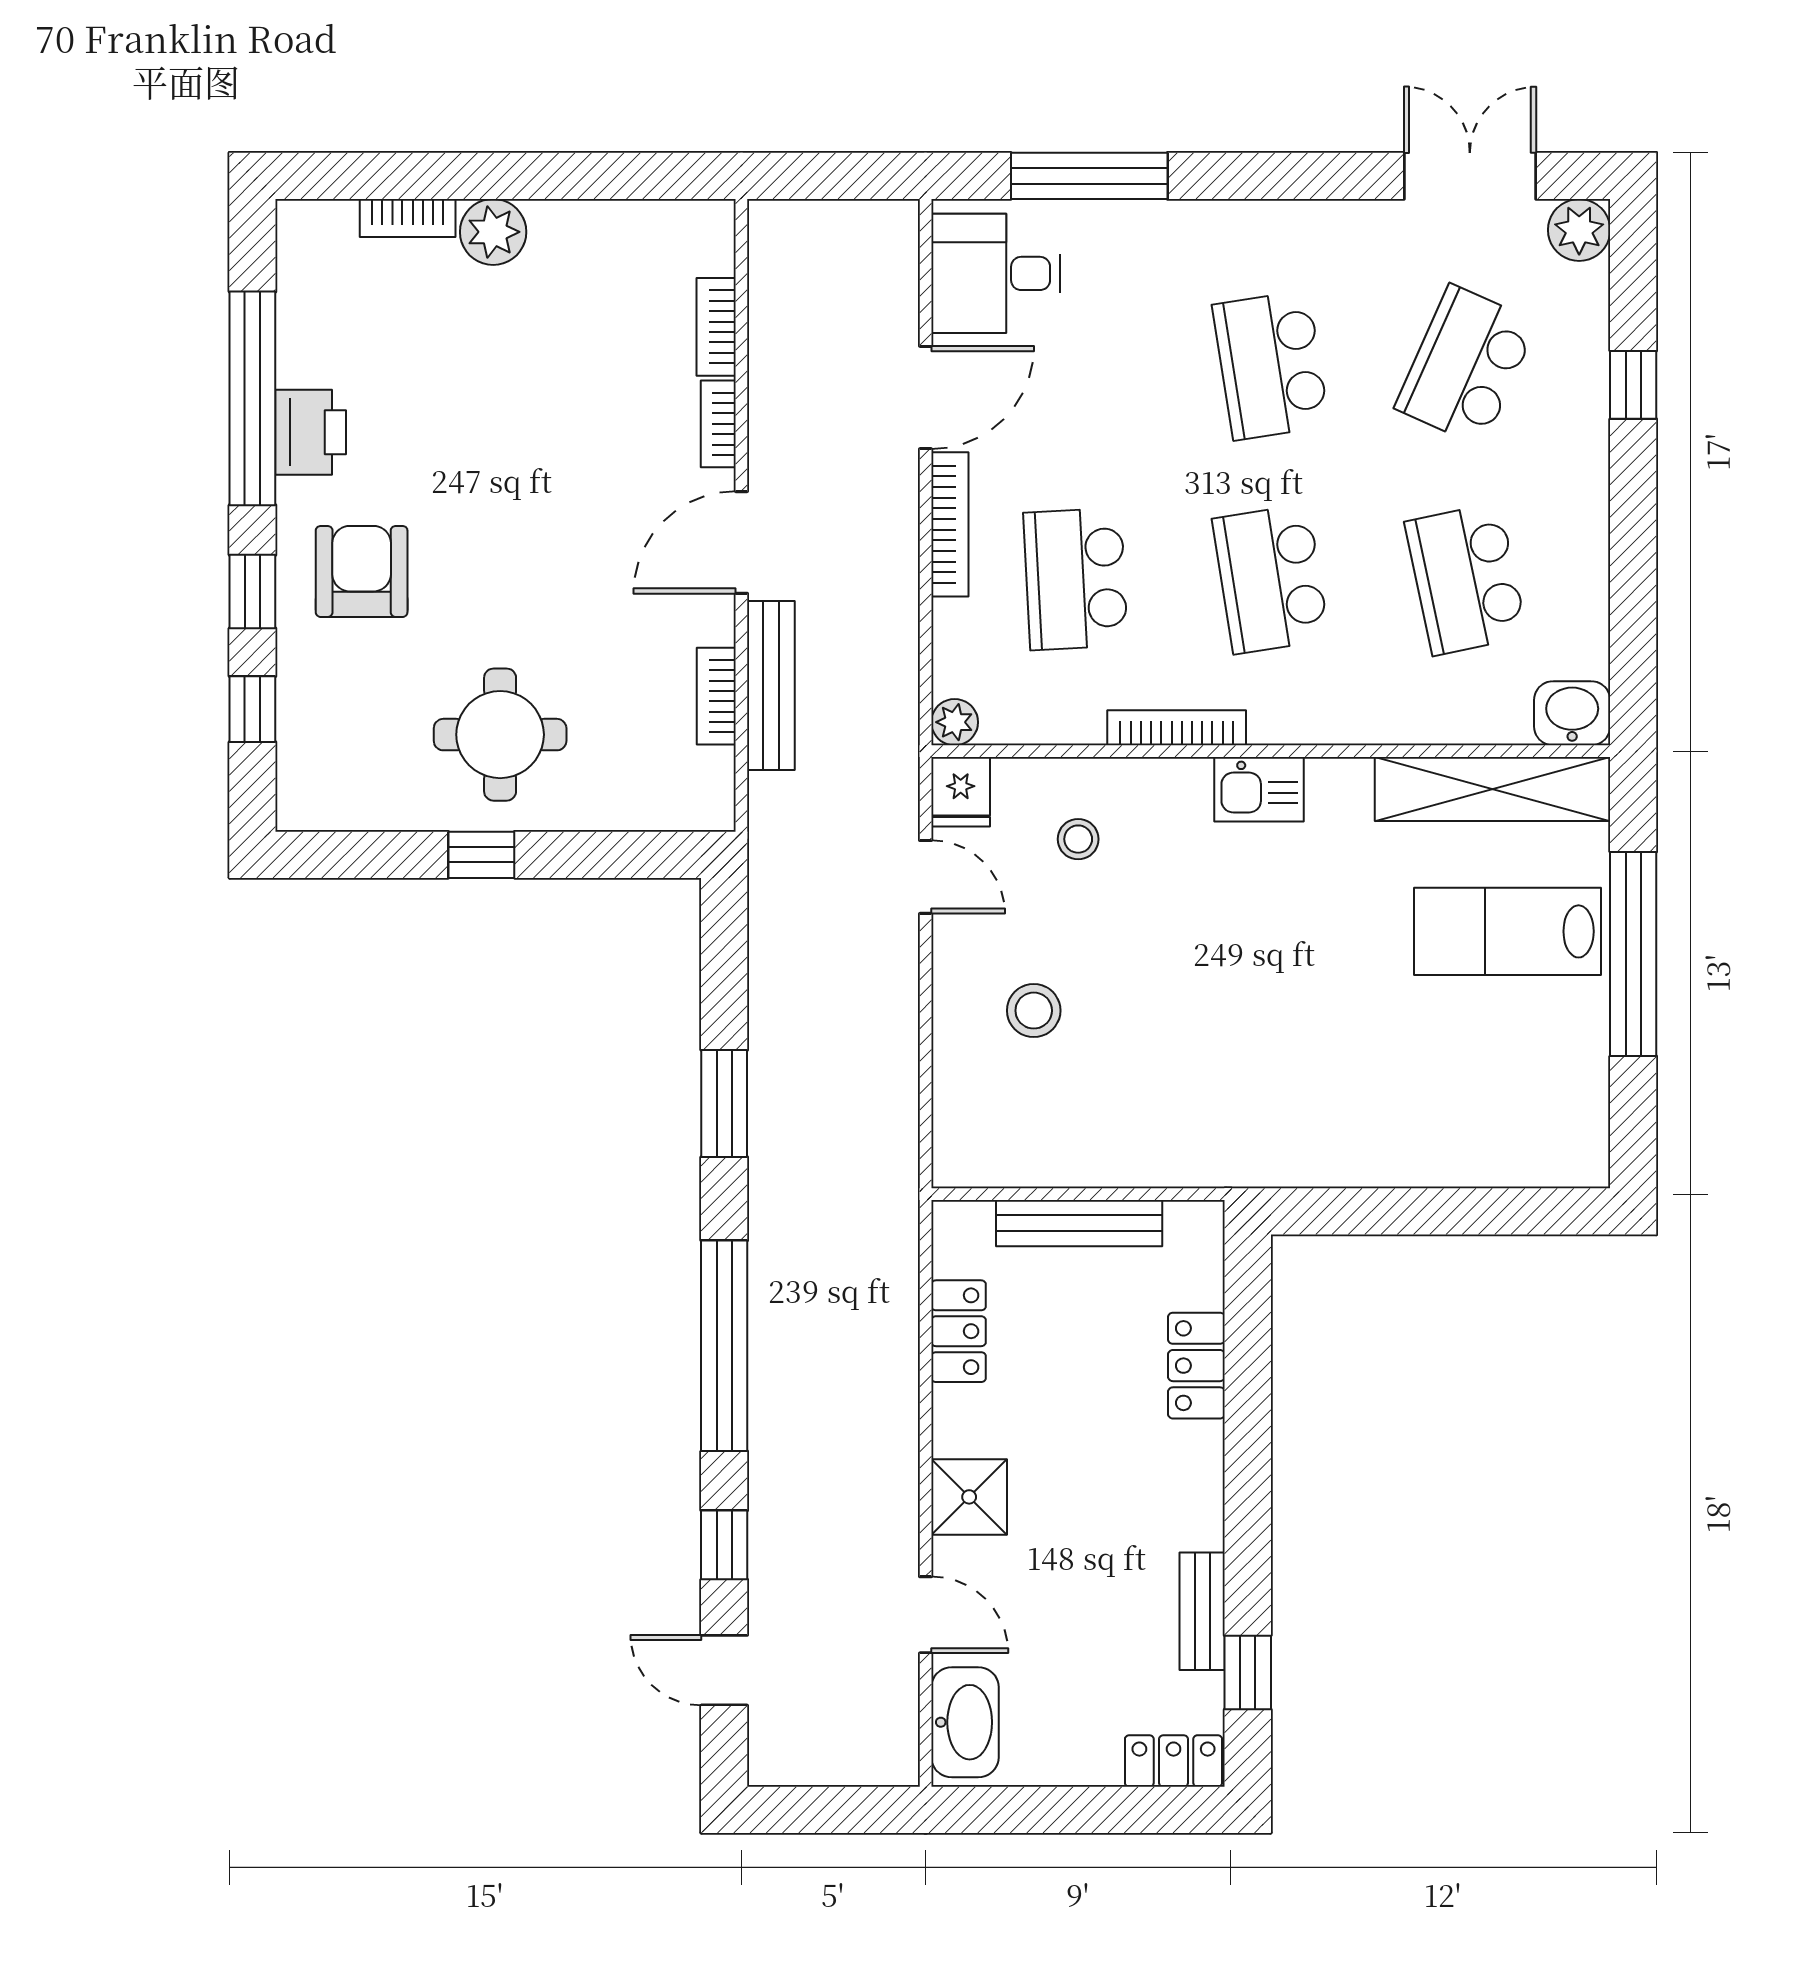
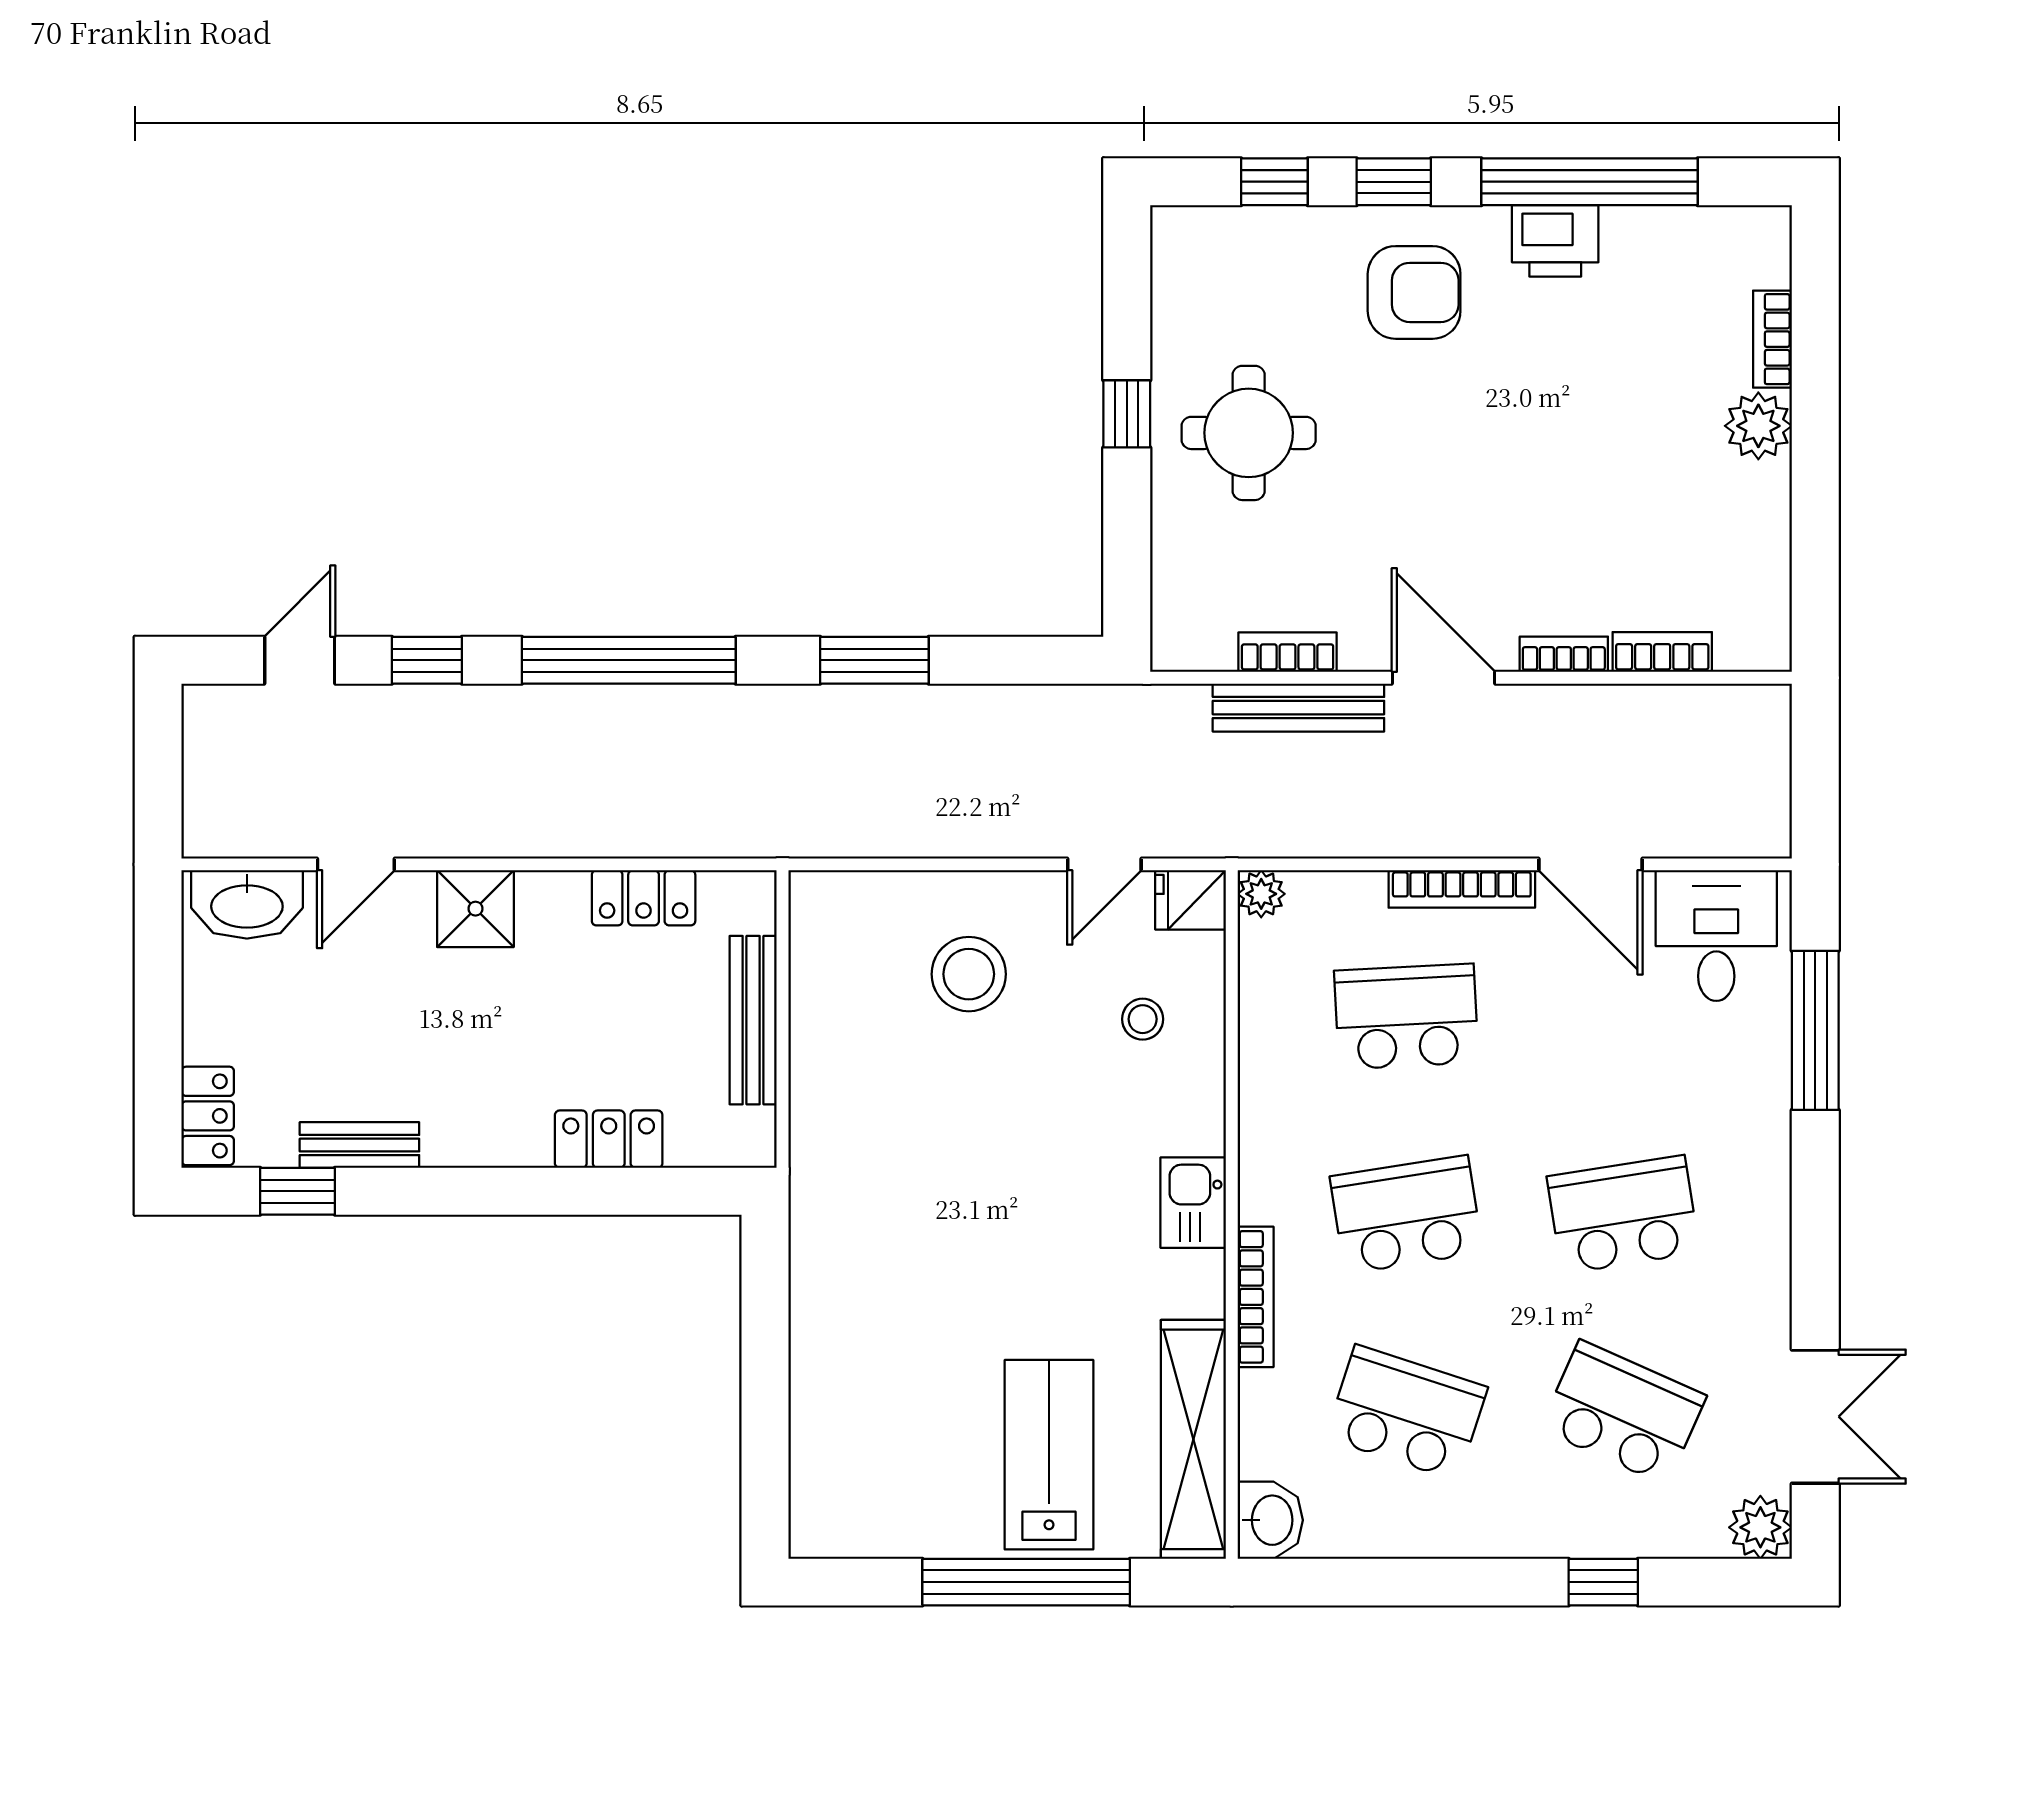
school desk: (1466, 579) -> (1406, 1413), turned 30
bookcase: (1177, 728) -> (1256, 1297), moved
stool: (1034, 1011) -> (969, 974), width x1.38, depth x1.38

